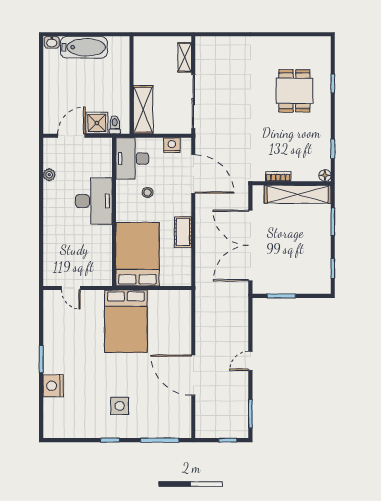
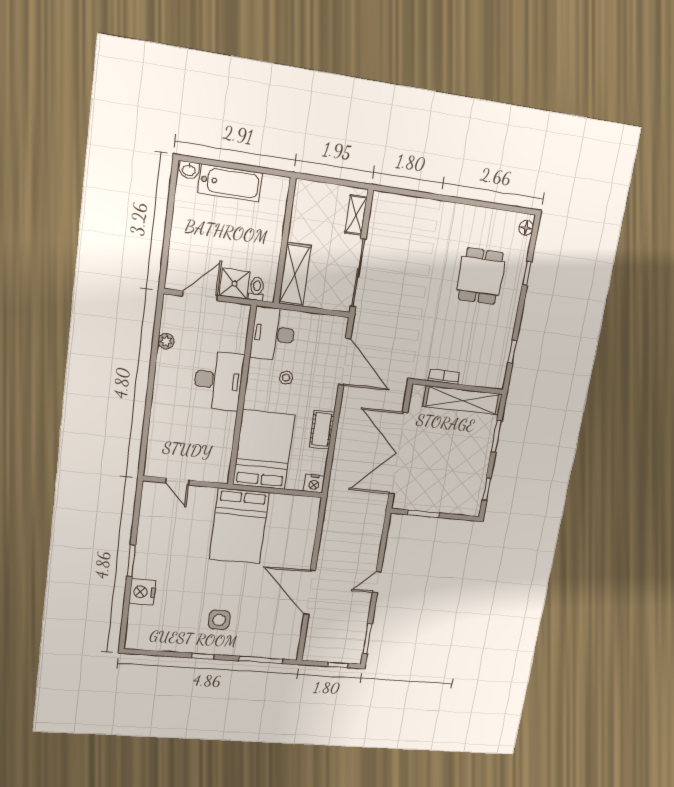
nightstand: (172, 145) -> (314, 483), moved, turned 180
floor lamp: (325, 175) -> (526, 228), moved

